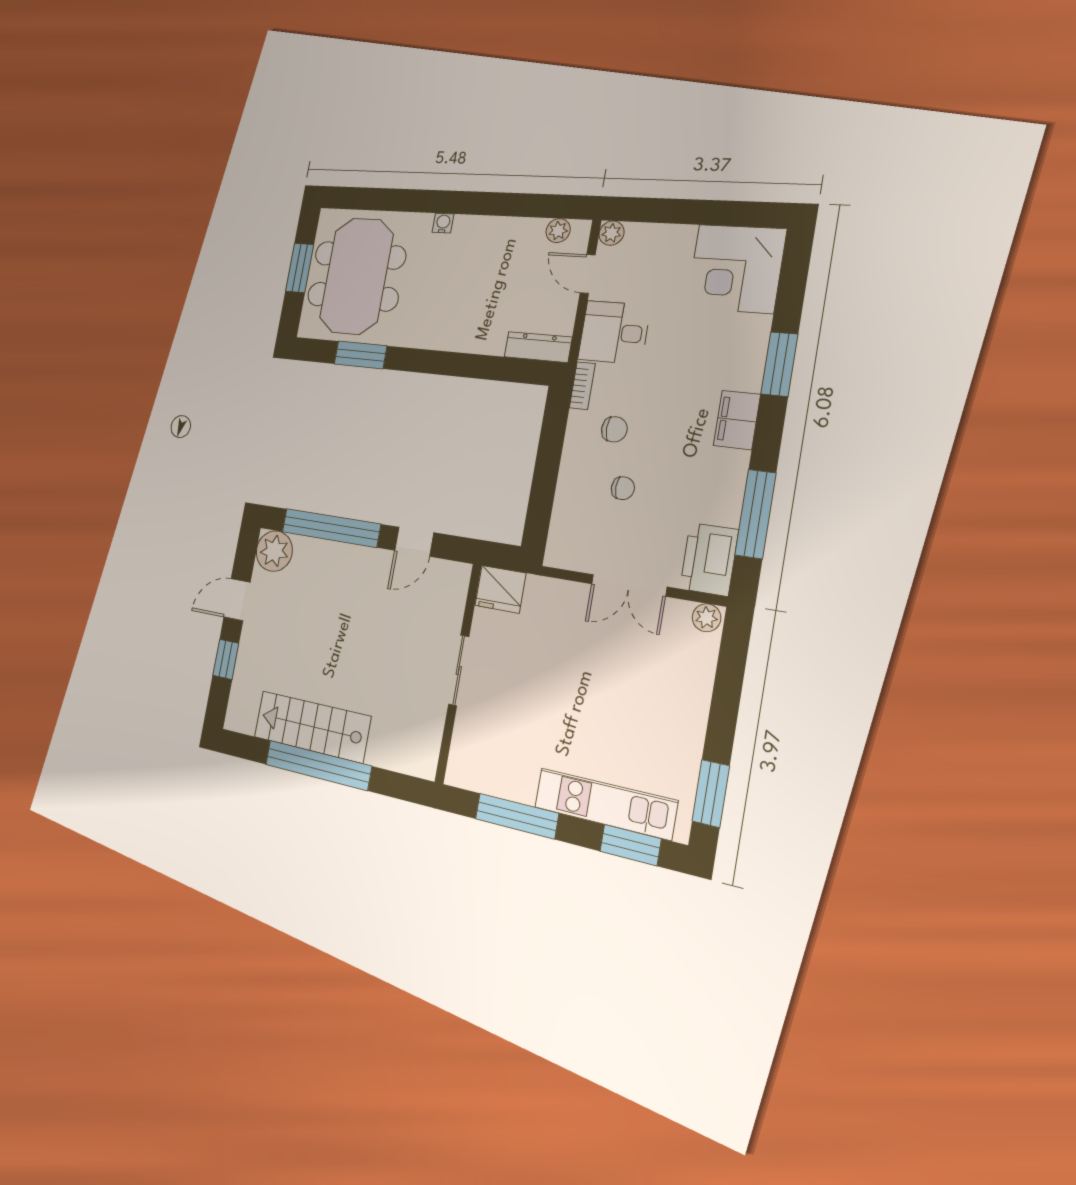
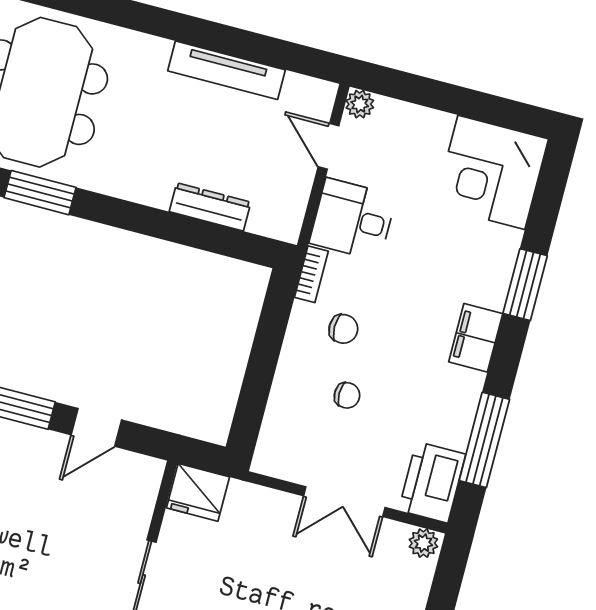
water cooler: (443, 223) -> (158, 49), removed
tv unit: (498, 229) -> (226, 70), added
plant: (558, 231) -> (298, 88), removed
dresser: (538, 347) -> (210, 207), moved

